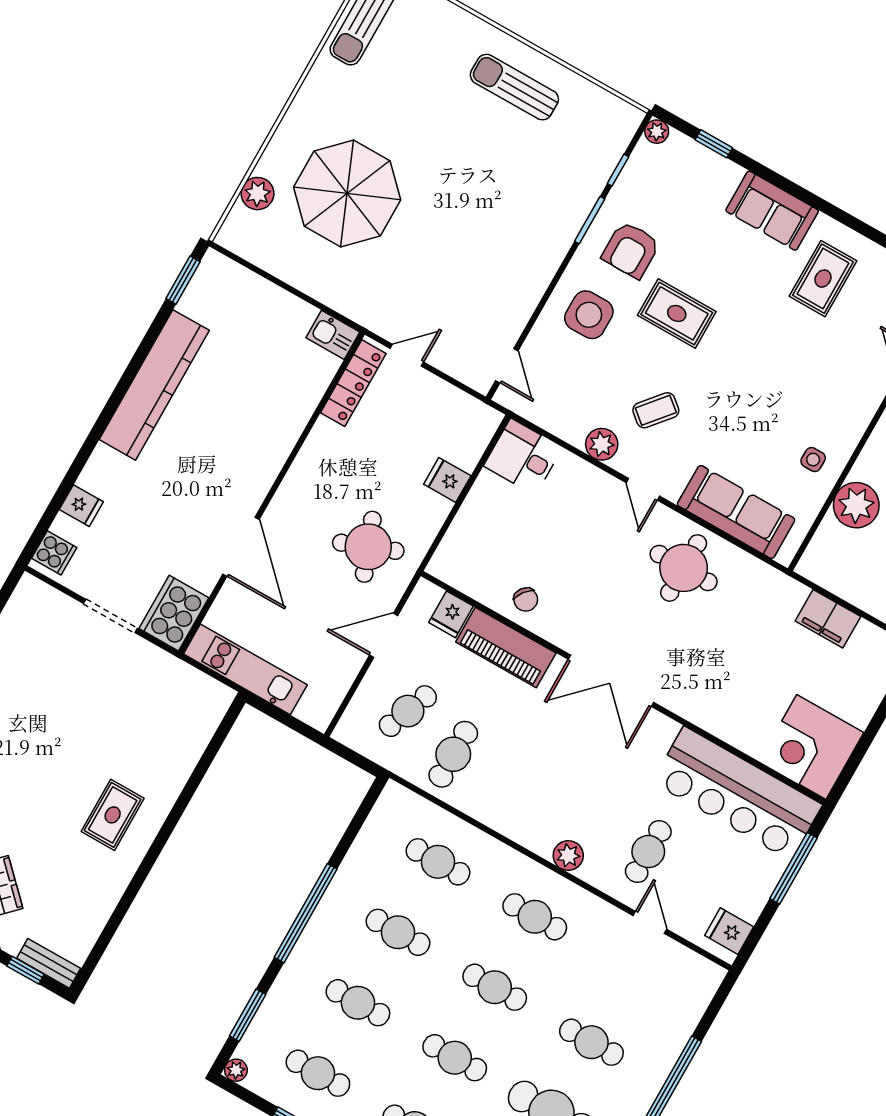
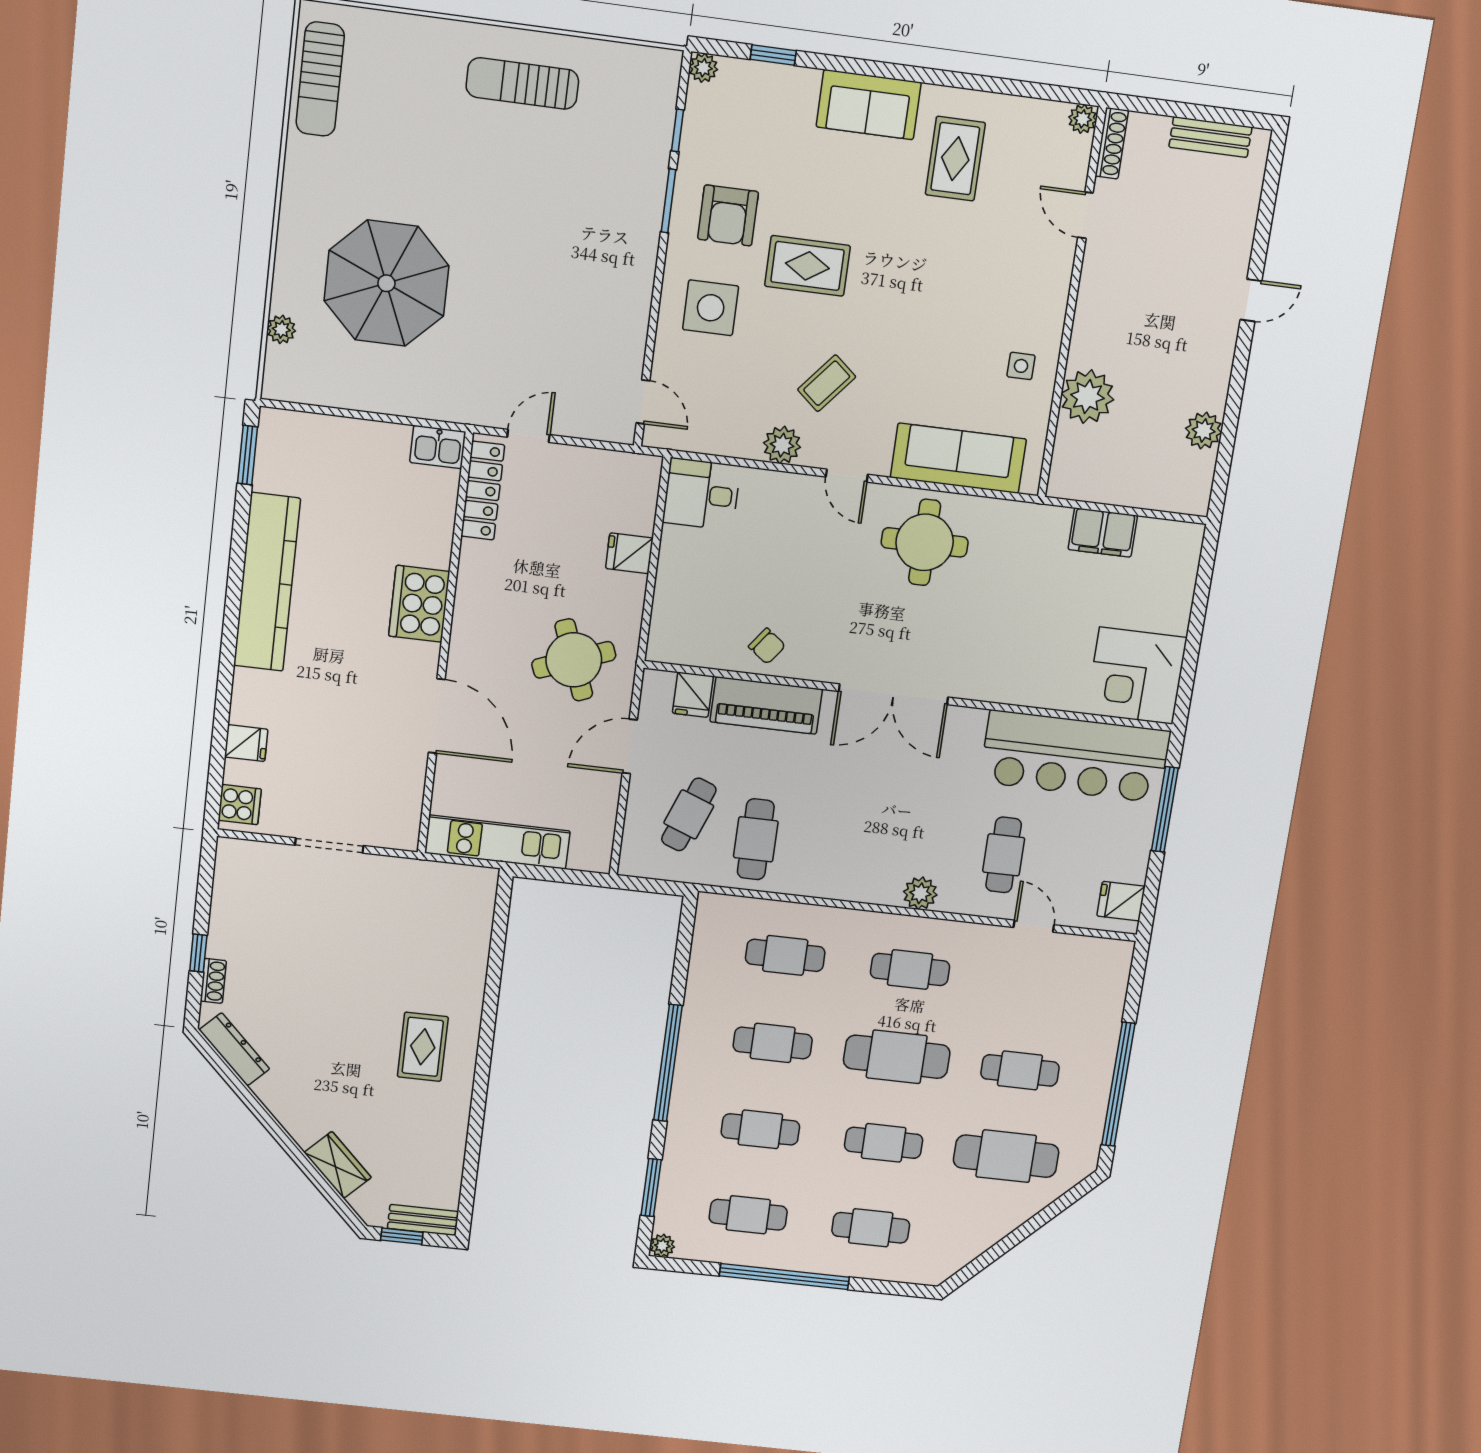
plant: (258, 194) -> (281, 329), width x0.73, depth x0.73
cooker: (174, 613) -> (419, 604), moved
cafe table: (495, 987) -> (897, 1057), width x1.37, depth x1.35

